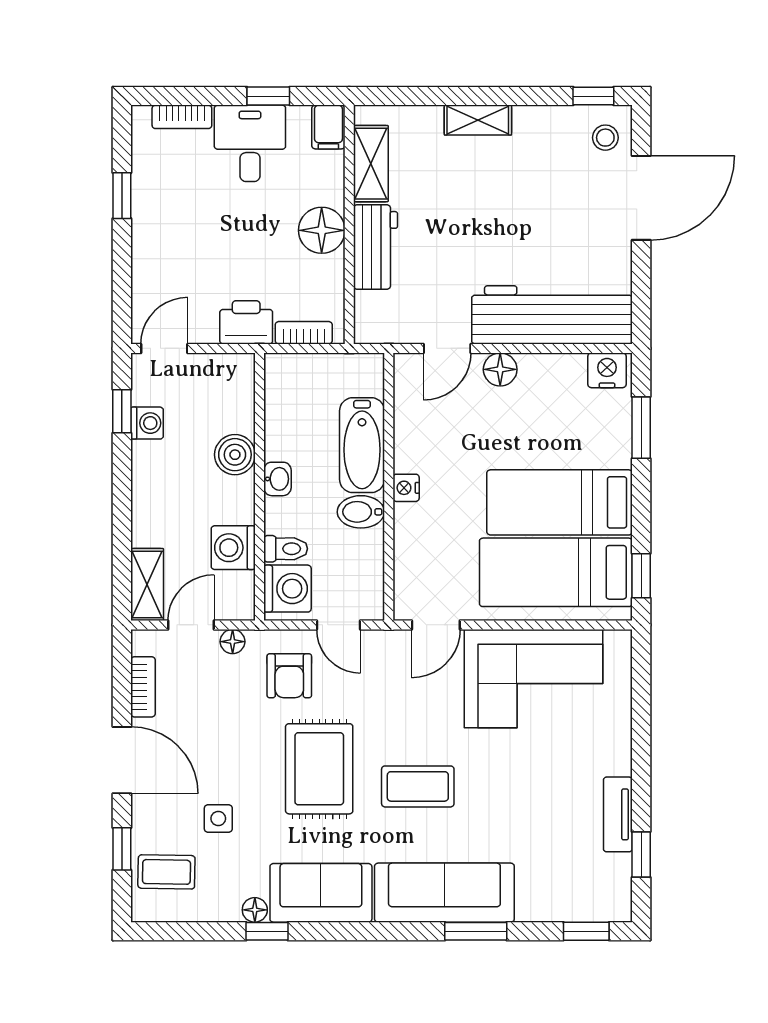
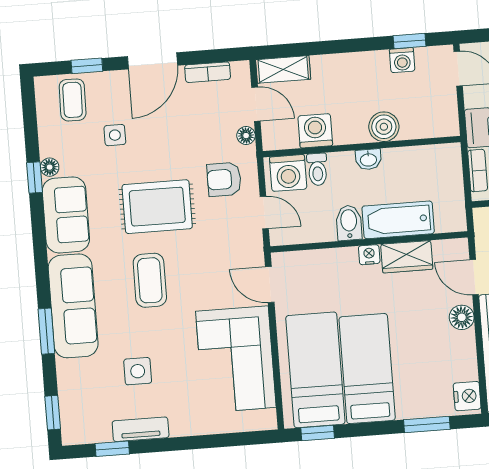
wardrobe: (413, 437) -> (407, 257), added
door: (338, 625) -> (264, 213), swing flipped
side table: (539, 812) -> (138, 371), added

